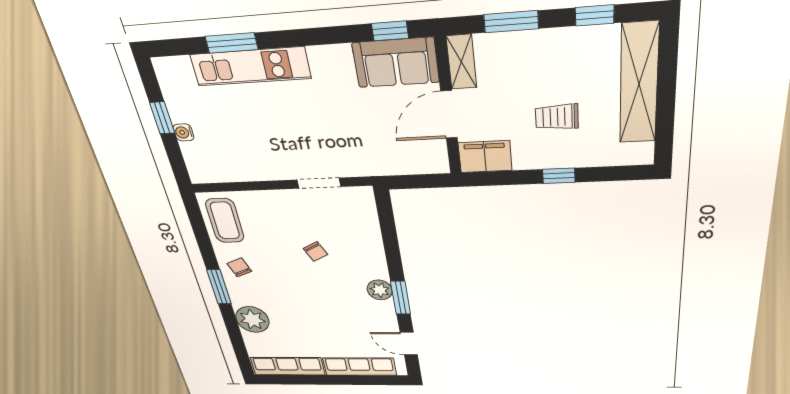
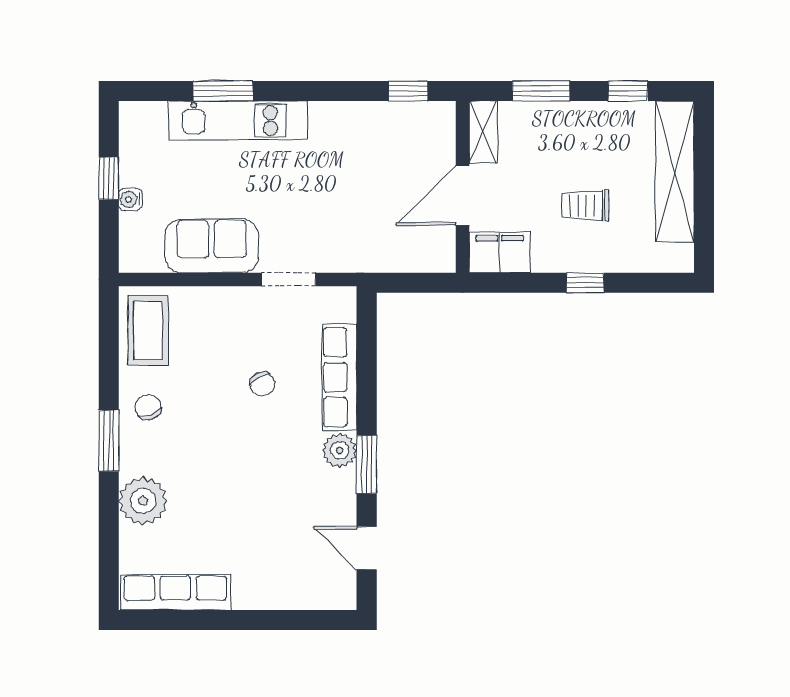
sofa: (396, 63) -> (212, 246), moved, turned 180
row of seats: (360, 367) -> (339, 377), moved, turned -90

